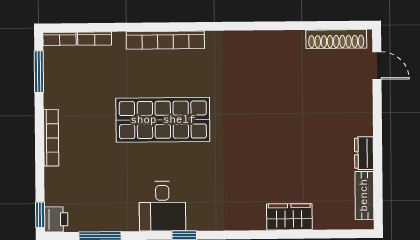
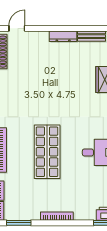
dresser: (364, 153) -> (63, 36), width x1.44

